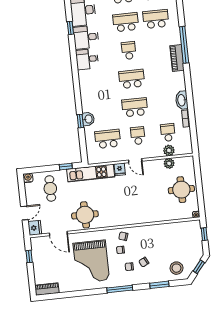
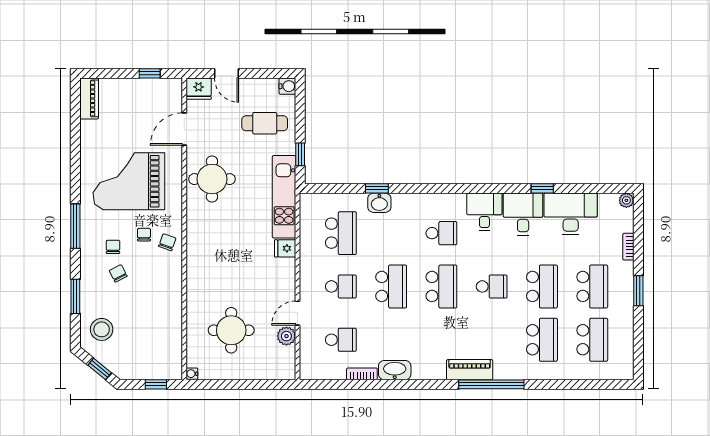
school desk: (102, 82) -> (441, 233), added
plant: (169, 150) -> (309, 338), removed
door: (135, 161) -> (298, 313), moved
round table: (181, 190) -> (231, 330), moved

